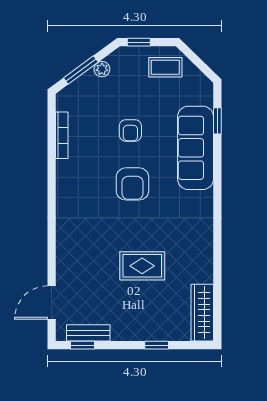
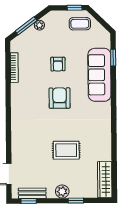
window: (139, 42) -> (74, 8), moved
armchair: (132, 184) -> (60, 98), turned 180
plant: (135, 331) -> (62, 191), added

